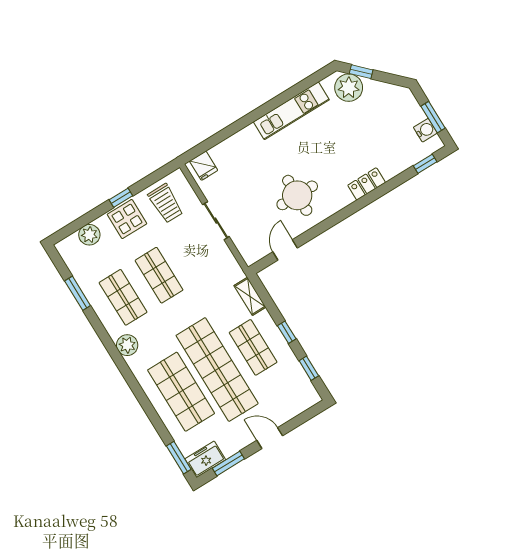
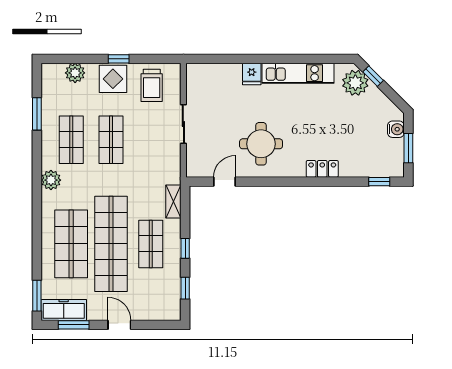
water cooler: (425, 130) -> (396, 129), moved
fridge: (204, 166) -> (252, 74), moved
freezer: (205, 459) -> (64, 310), width x1.40

